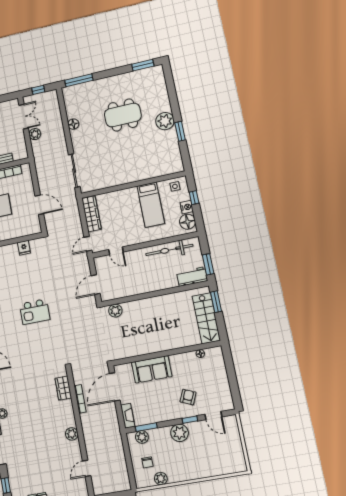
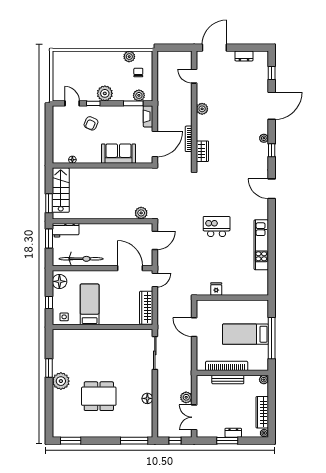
nightstand: (187, 207) -> (57, 295), removed
door: (116, 251) -> (130, 268), width x1.87
door: (87, 468) -> (194, 76), swing flipped

